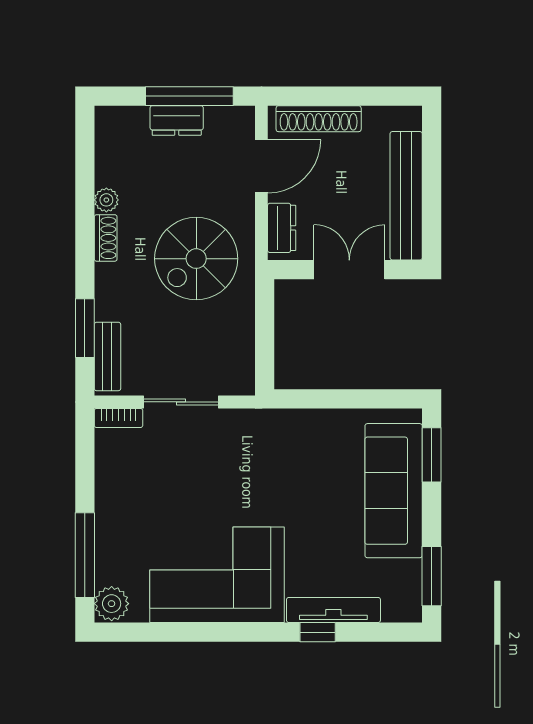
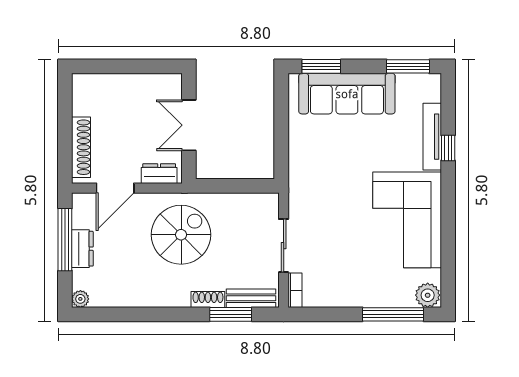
door: (261, 166) -> (115, 188), swing flipped
bench: (406, 196) -> (136, 85), removed
plant: (106, 200) -> (80, 299), moved
shoe rack: (106, 238) -> (208, 299), moved
spiral stairs: (196, 259) -> (181, 235), turned -90

